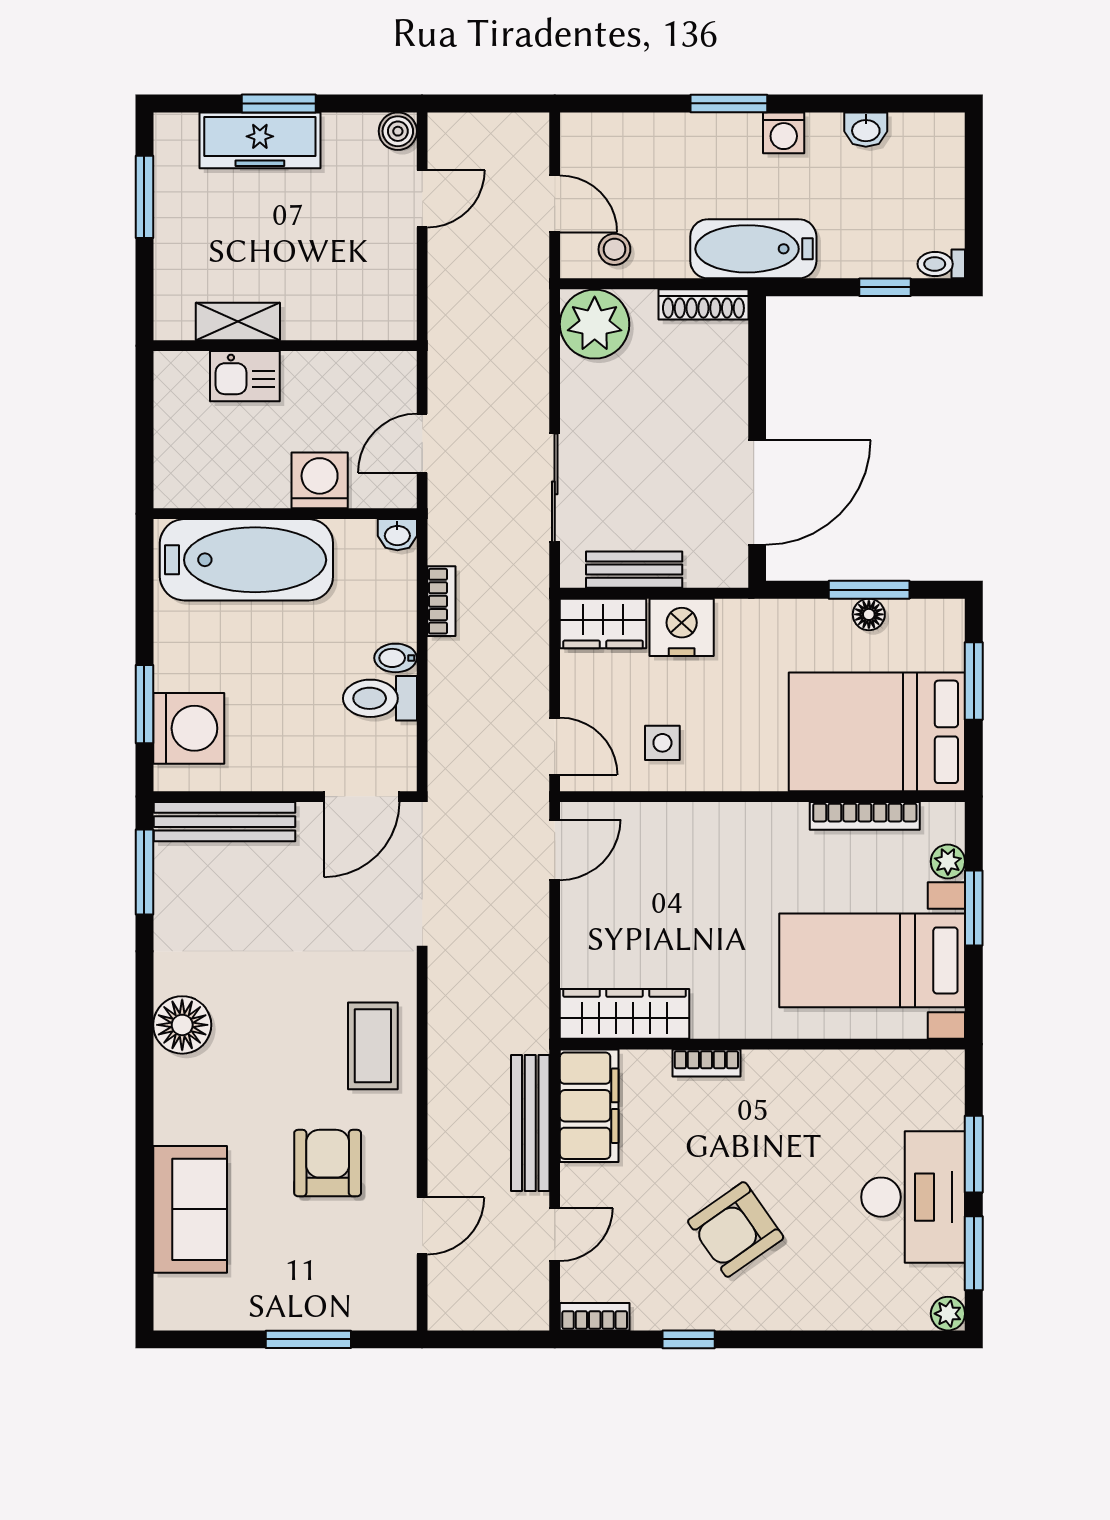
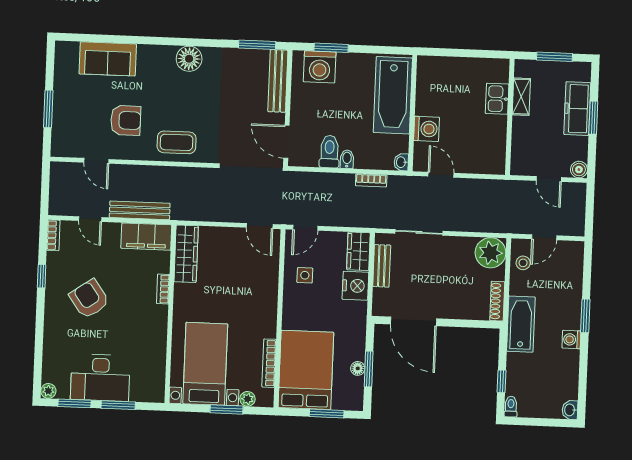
washbasin: (866, 130) -> (570, 410), moved
shelving: (238, 321) -> (521, 97), moved
wall: (285, 346) -> (510, 117), moved
kitchen sink: (245, 376) -> (497, 99), moved

